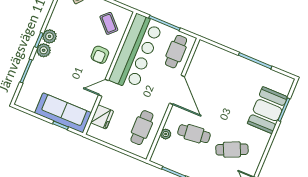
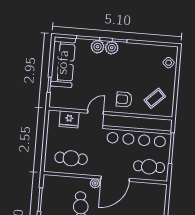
plant: (49, 36) -> (98, 47), moved
door: (104, 88) -> (96, 112), hinge flipped
sofa: (63, 113) -> (63, 62), moved
plant: (166, 134) -> (95, 183), moved

